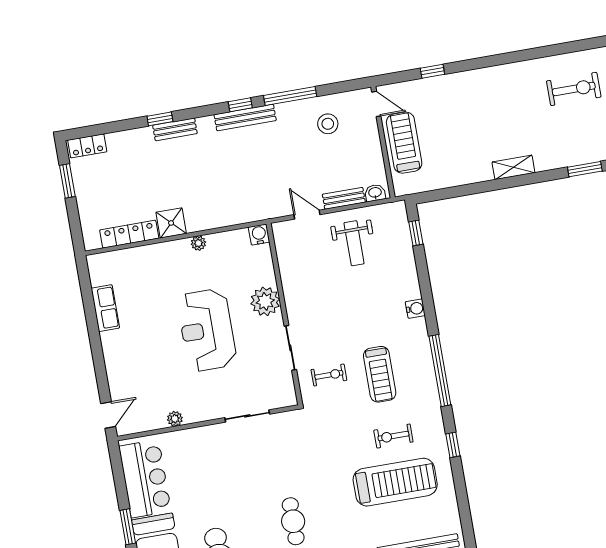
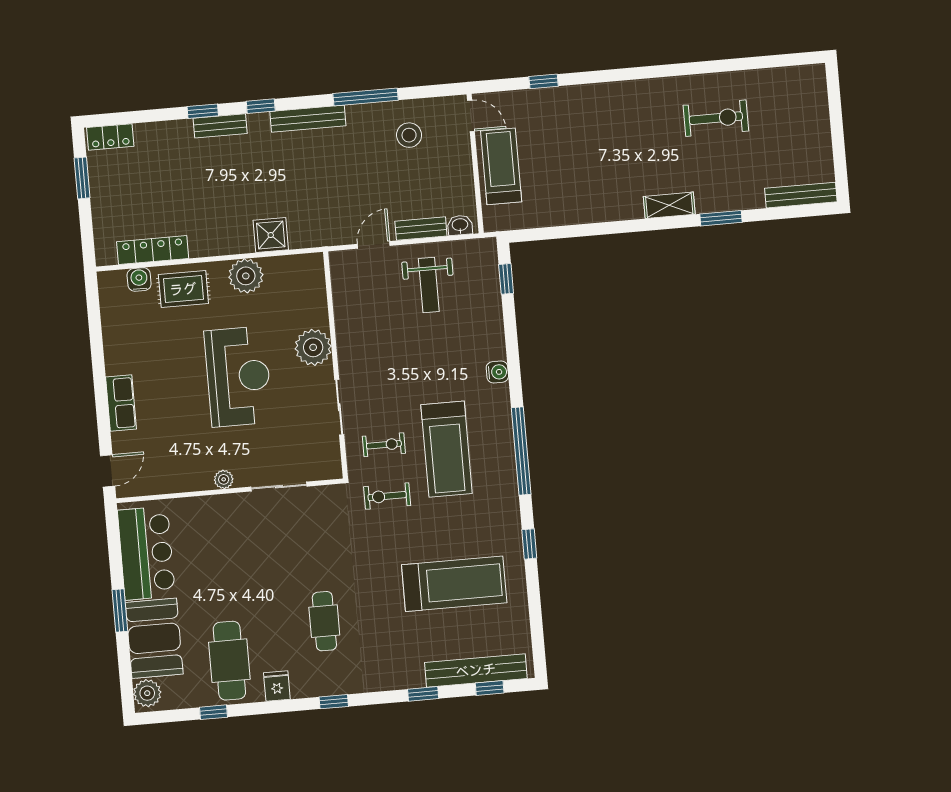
window: (240, 105) -> (261, 106), moved
shelving: (513, 167) -> (669, 205), moved
door: (307, 215) -> (374, 245), hinge flipped
shower: (171, 223) -> (271, 235), moved
water cooler: (259, 234) -> (139, 279), moved
plant: (198, 243) -> (246, 276), width x1.87, depth x1.87
rug: (157, 263) -> (183, 289), added
row of seats: (105, 308) -> (121, 403), moved
reception desk: (207, 330) -> (238, 376), turned 180
treadmill: (380, 374) -> (447, 449), width x1.37, depth x1.38
plant: (175, 419) -> (224, 479), moved
exercise bike: (393, 436) -> (387, 496), moved

